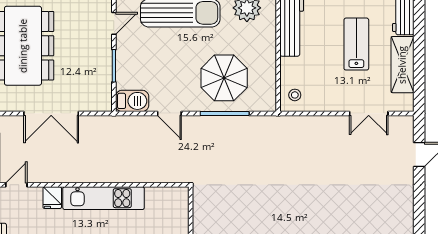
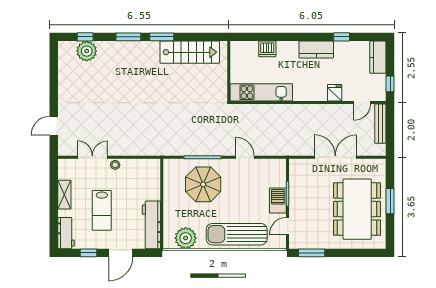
shelving: (402, 65) -> (64, 195), width x0.67, depth x0.75
stool: (295, 95) -> (115, 165), moved
barbecue: (132, 101) -> (278, 201), moved, turned 90
kitchen unit: (104, 198) -> (261, 92), moved

